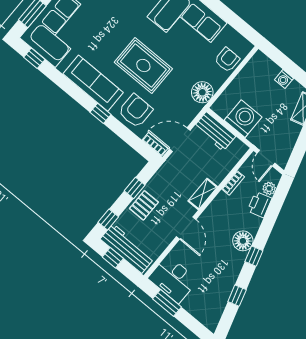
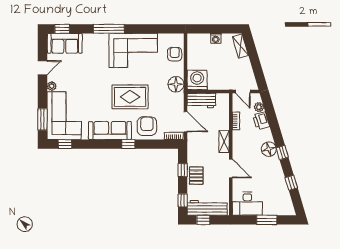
washing machine: (243, 119) -> (197, 80), moved
door: (180, 140) -> (186, 122), swing flipped
window: (167, 303) -> (267, 220), moved

